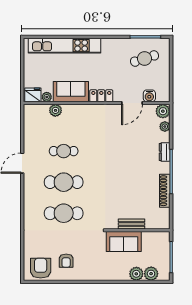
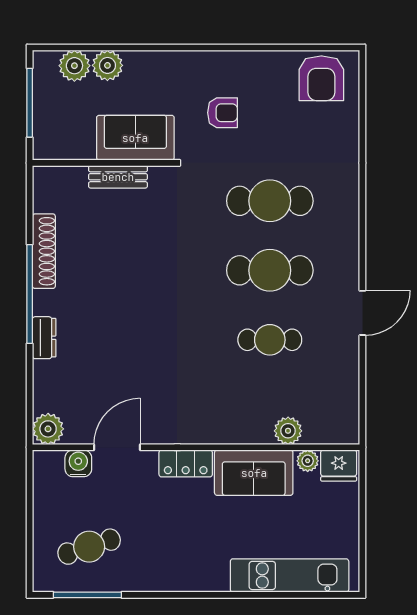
kitchen unit: (64, 46) -> (290, 575), width x0.73
plant: (165, 127) -> (44, 395), removed
armchair: (66, 261) -> (223, 113), moved, turned 90

